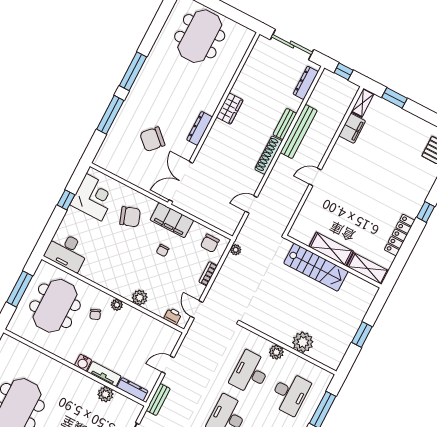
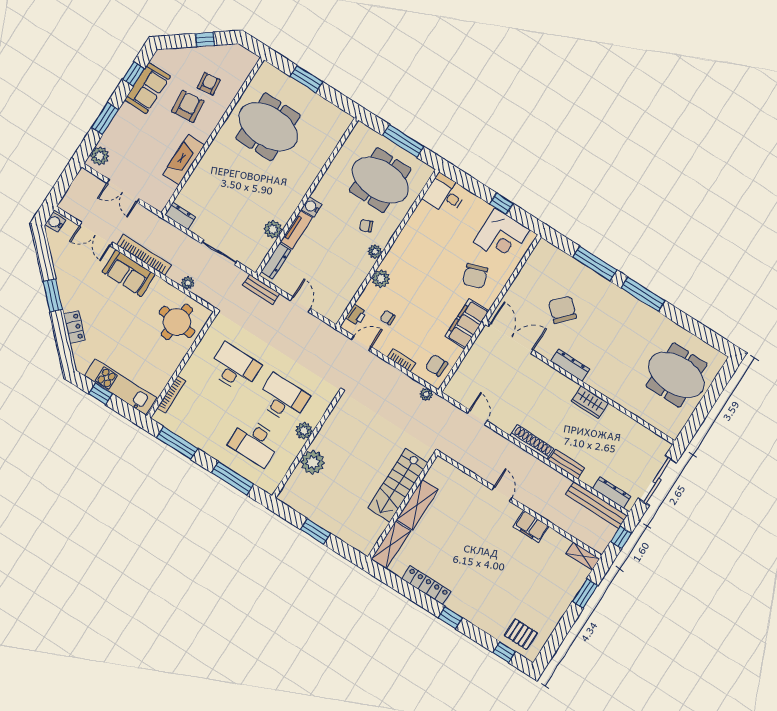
filing cabinet: (352, 128) -> (531, 527), moved
bench: (299, 132) -> (596, 505), moved
chair: (163, 250) -> (388, 318), moved
desk: (67, 251) -> (445, 194), width x0.73

